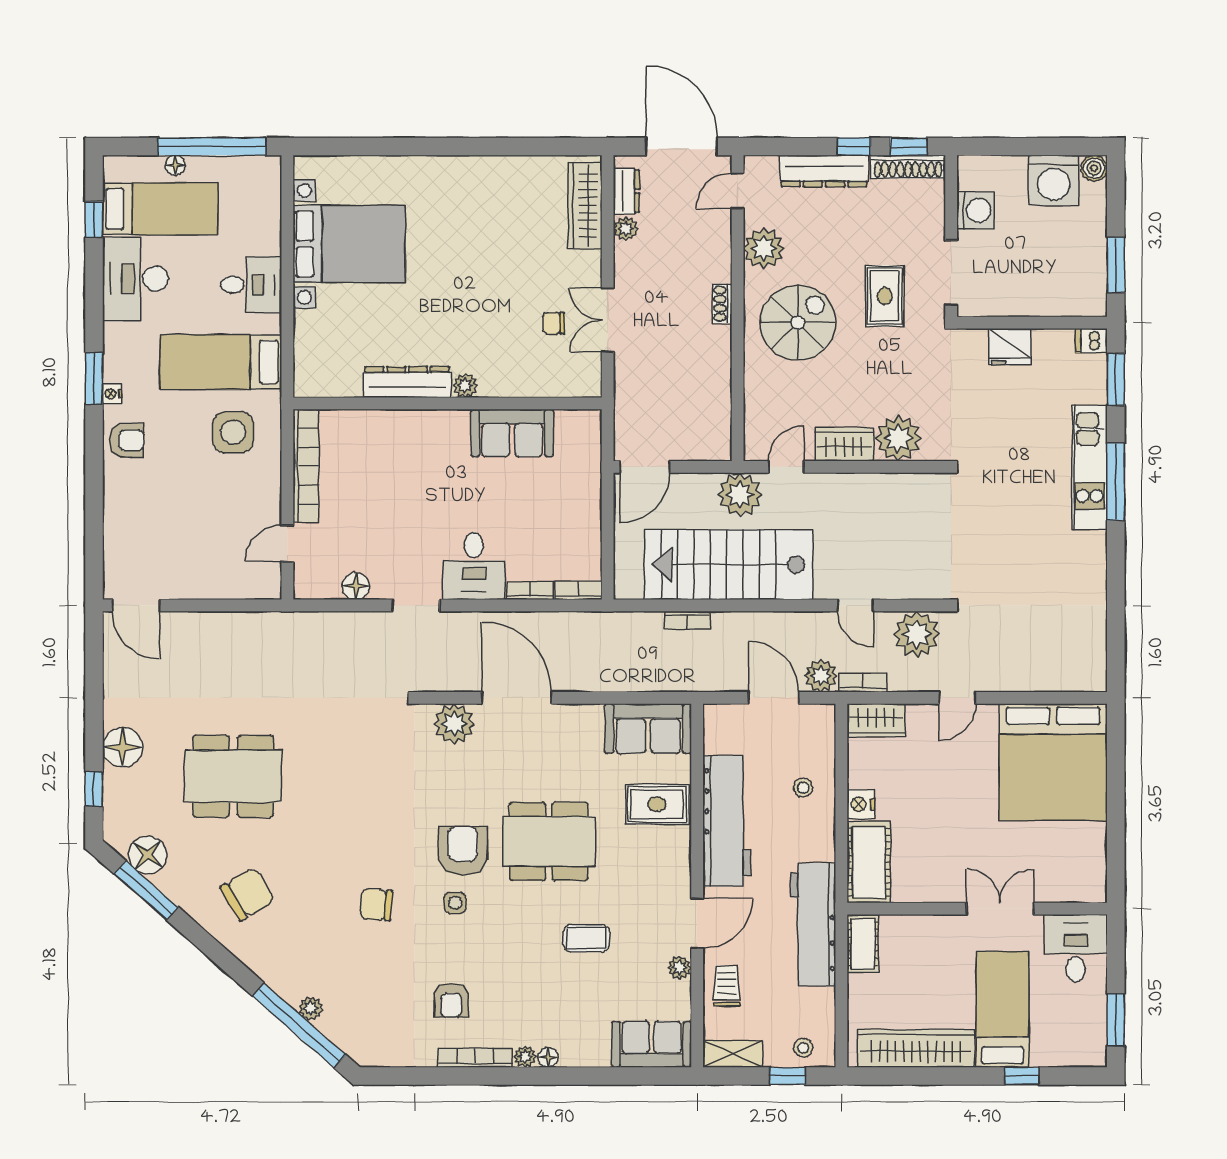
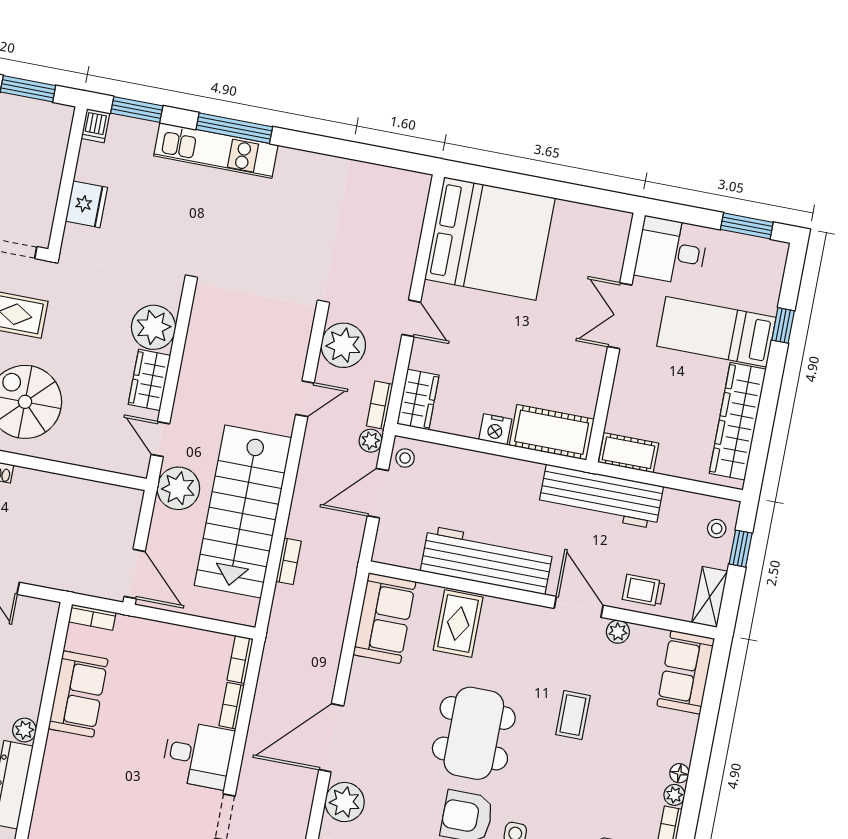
bookcase: (593, 432) -> (92, 617), added
plant: (821, 676) -> (371, 441), width x0.73, depth x0.73
stool: (803, 788) -> (405, 458), moved

